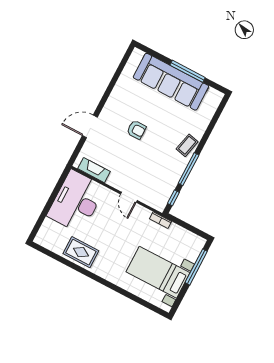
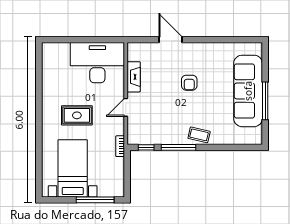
fireplace: (94, 170) -> (134, 77), moved
rug: (81, 252) -> (77, 115), moved, turned 90

